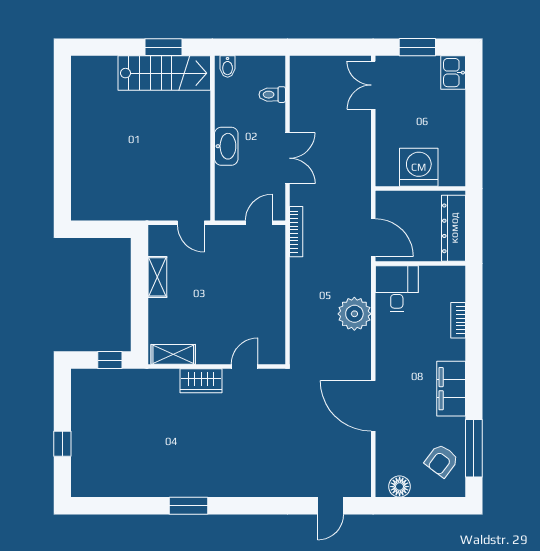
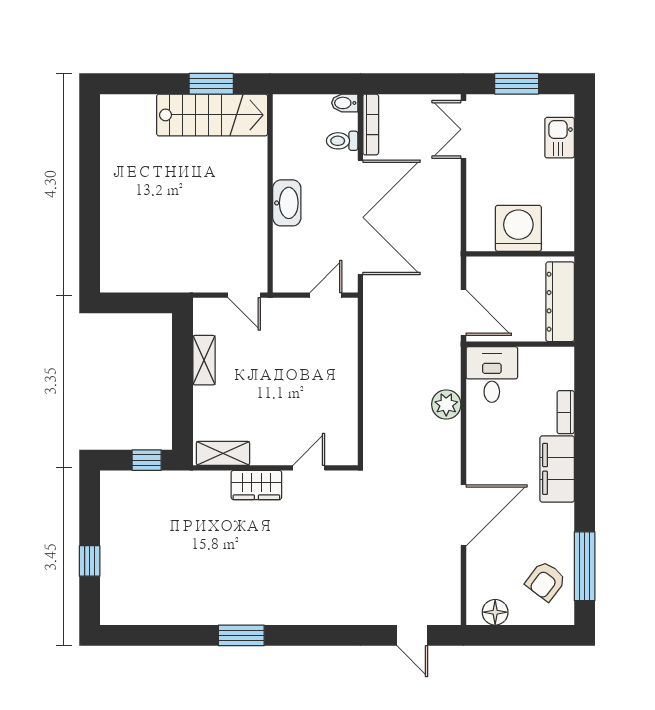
bidet: (228, 67) -> (345, 103), moved, turned 90
kitchen sink: (453, 73) -> (560, 138), moved
double door: (287, 158) -> (360, 217), width x1.87
bookcase: (296, 232) -> (371, 125), moved
plant: (354, 314) -> (446, 404), width x0.73, depth x0.73
filing cabinet: (451, 389) -> (557, 469), moved
door: (373, 406) -> (463, 515), swing flipped
door: (331, 506) -> (412, 635), hinge flipped

